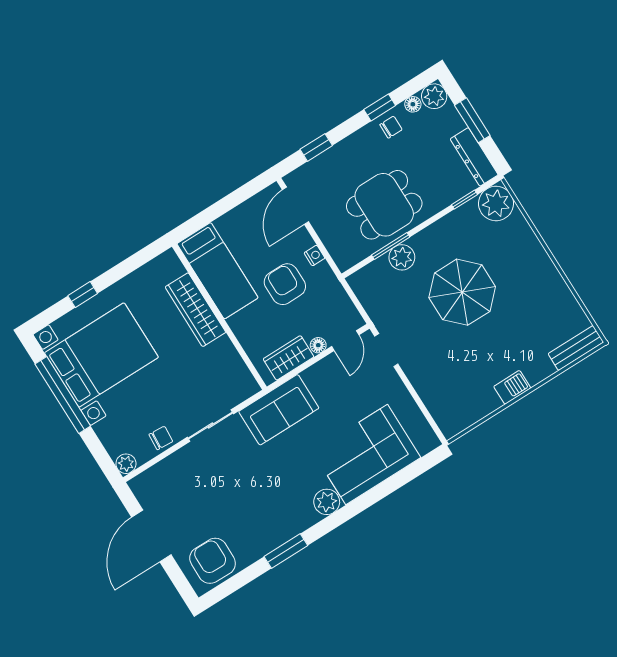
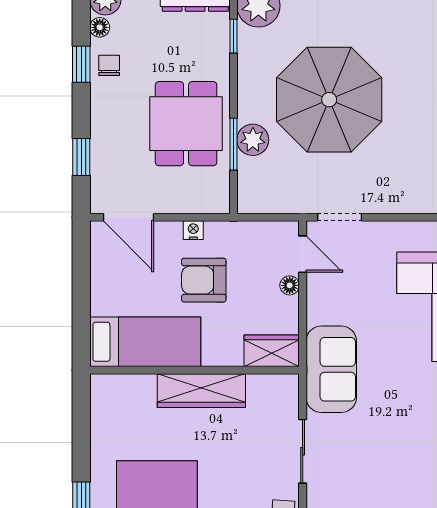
parasol: (462, 292) -> (329, 100), width x1.36, depth x1.36
wardrobe: (195, 310) -> (201, 391), moved
wardrobe: (289, 358) -> (272, 351), moved, turned 90

